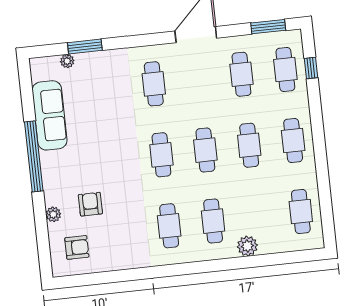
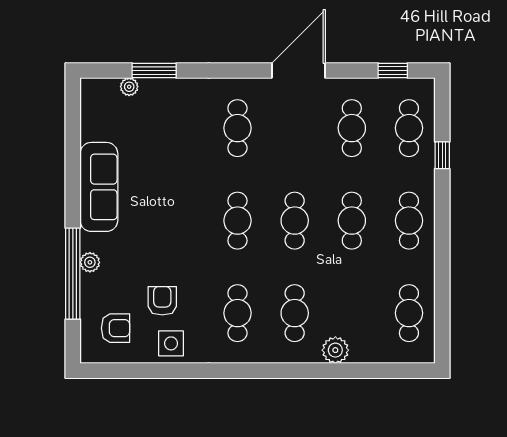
window: (268, 27) -> (393, 71), width x0.67
window: (311, 68) -> (442, 155), moved
sofa: (50, 115) -> (99, 187), moved
window: (34, 156) -> (73, 274), moved
armchair: (90, 204) -> (162, 301), moved
plant: (53, 214) -> (90, 262), moved
side table: (121, 255) -> (171, 343), added

